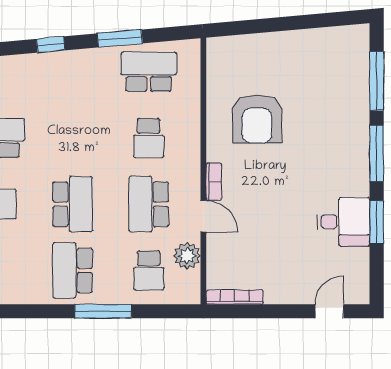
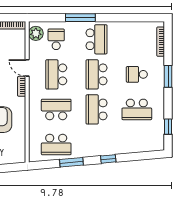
school desk: (73, 138) -> (96, 109), added
school desk: (149, 138) -> (56, 109), width x1.85
school desk: (149, 204) -> (56, 74), turned 180
plant: (187, 256) -> (36, 33), moved

